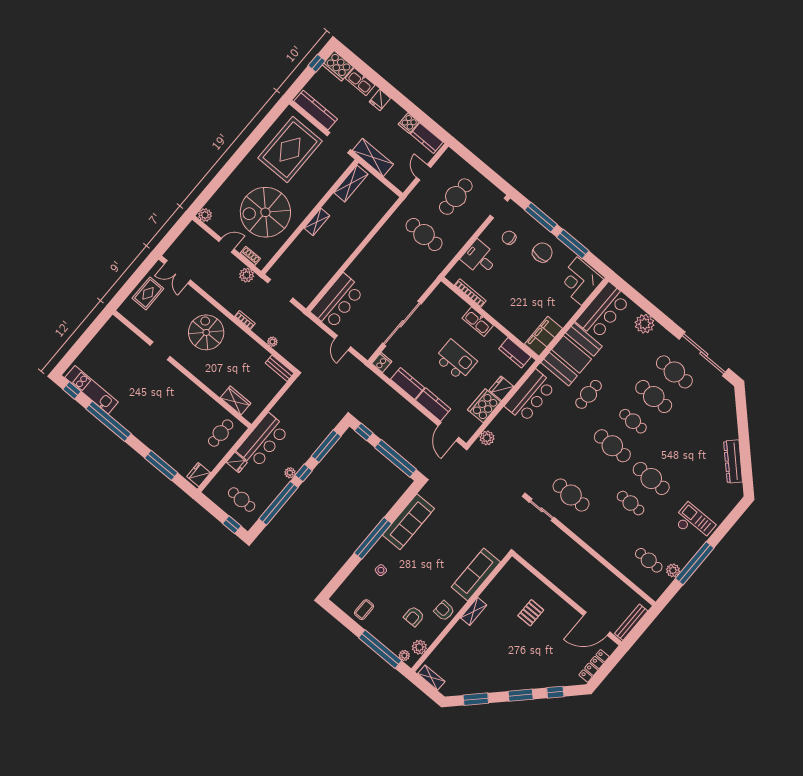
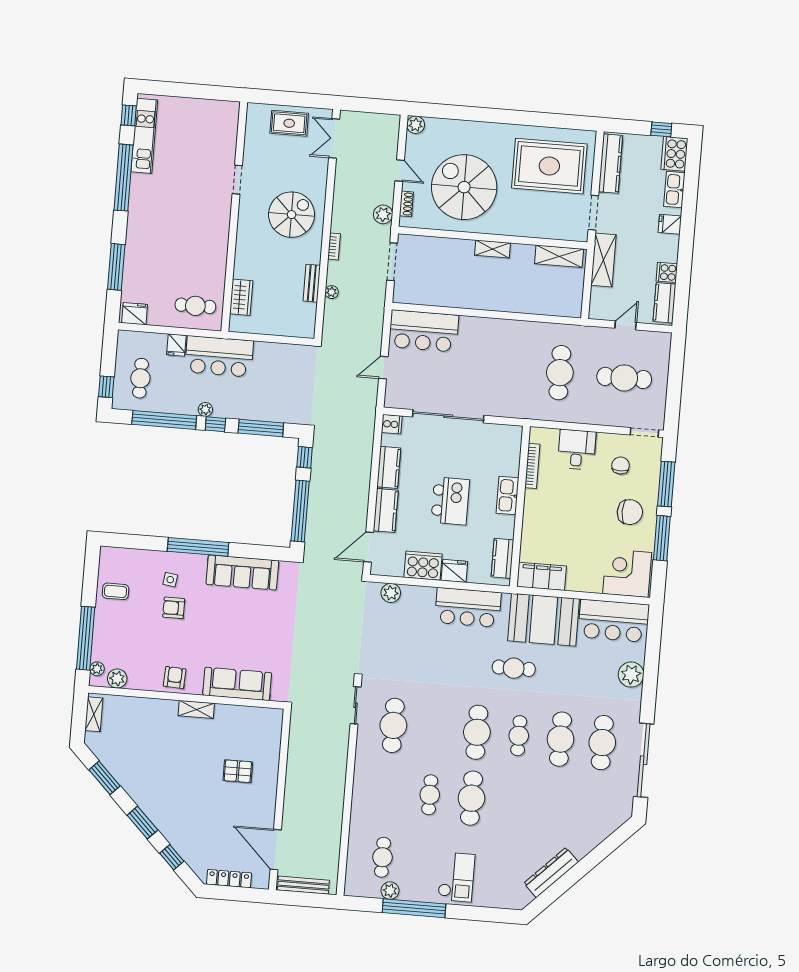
bench: (280, 368) -> (312, 283), moved
armchair: (414, 616) -> (174, 608), moved

